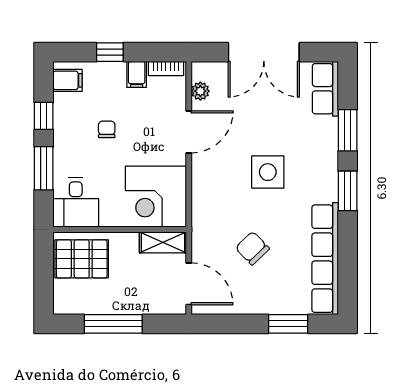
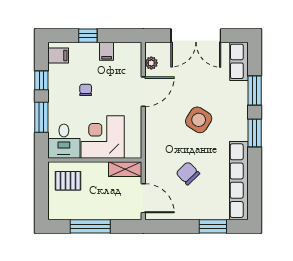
bookcase: (166, 68) -> (127, 47), removed
side table: (268, 172) -> (199, 120), turned 32
corner desk: (156, 197) -> (103, 137), moved, turned 90
pallet: (82, 259) -> (68, 181), width x0.67, depth x0.71

